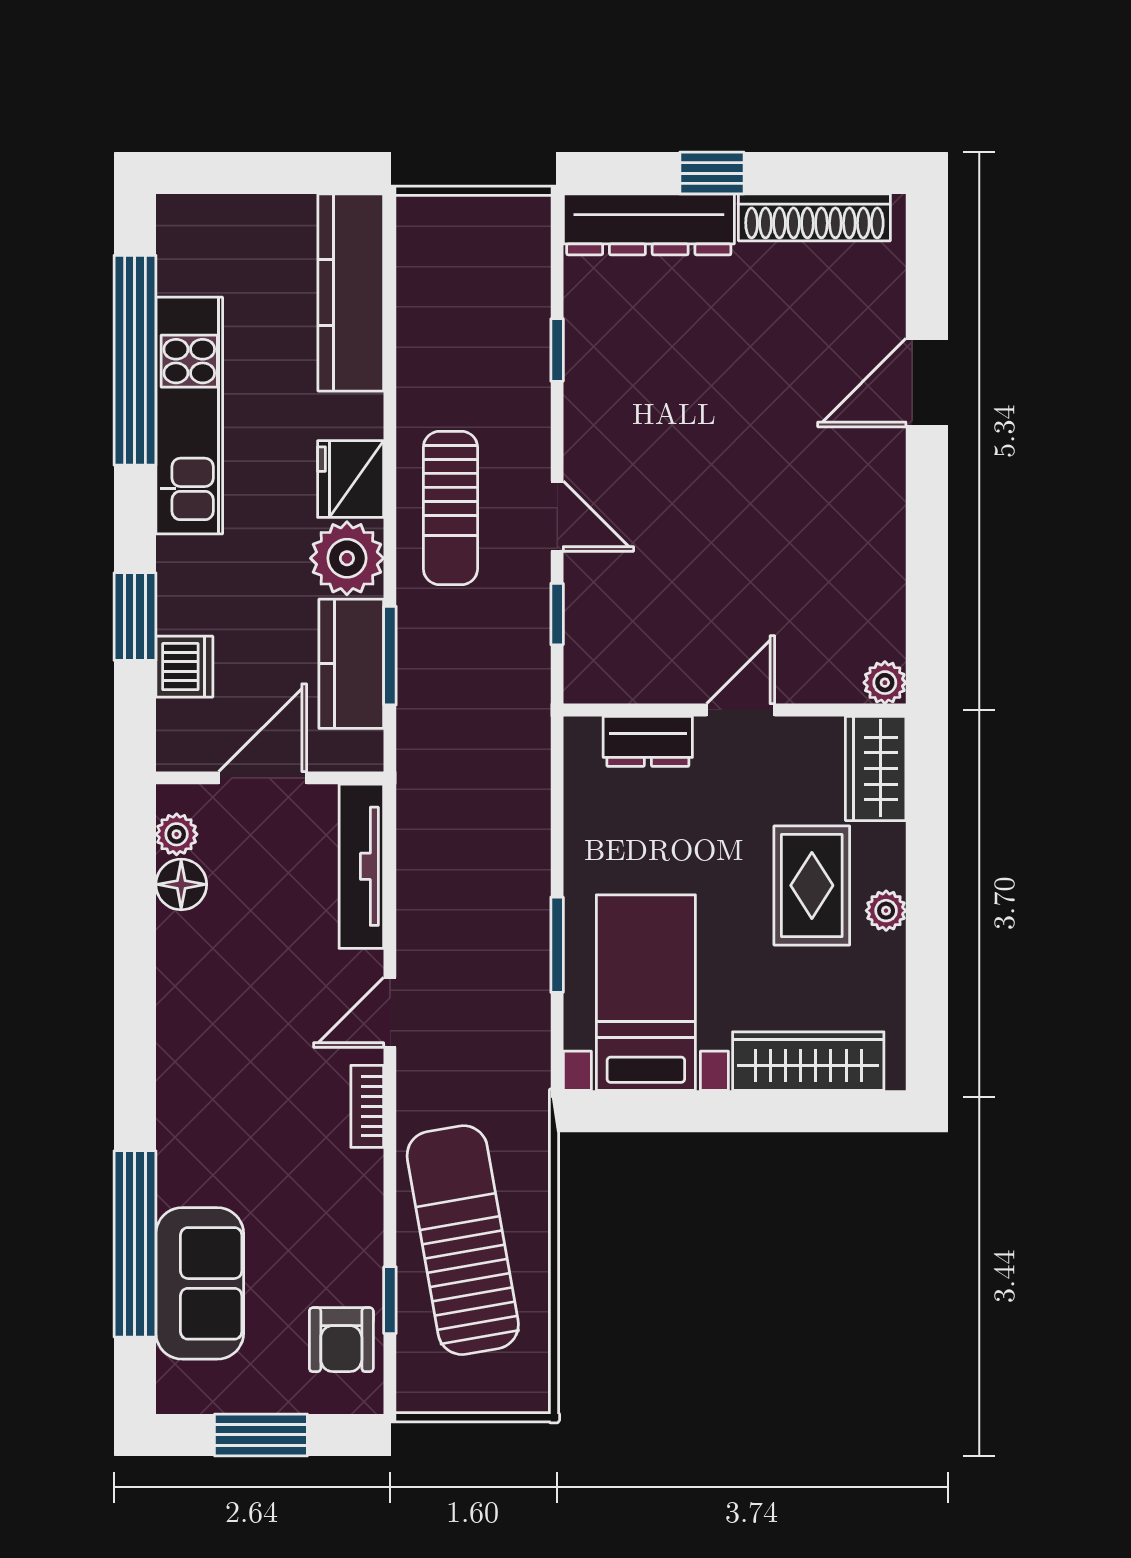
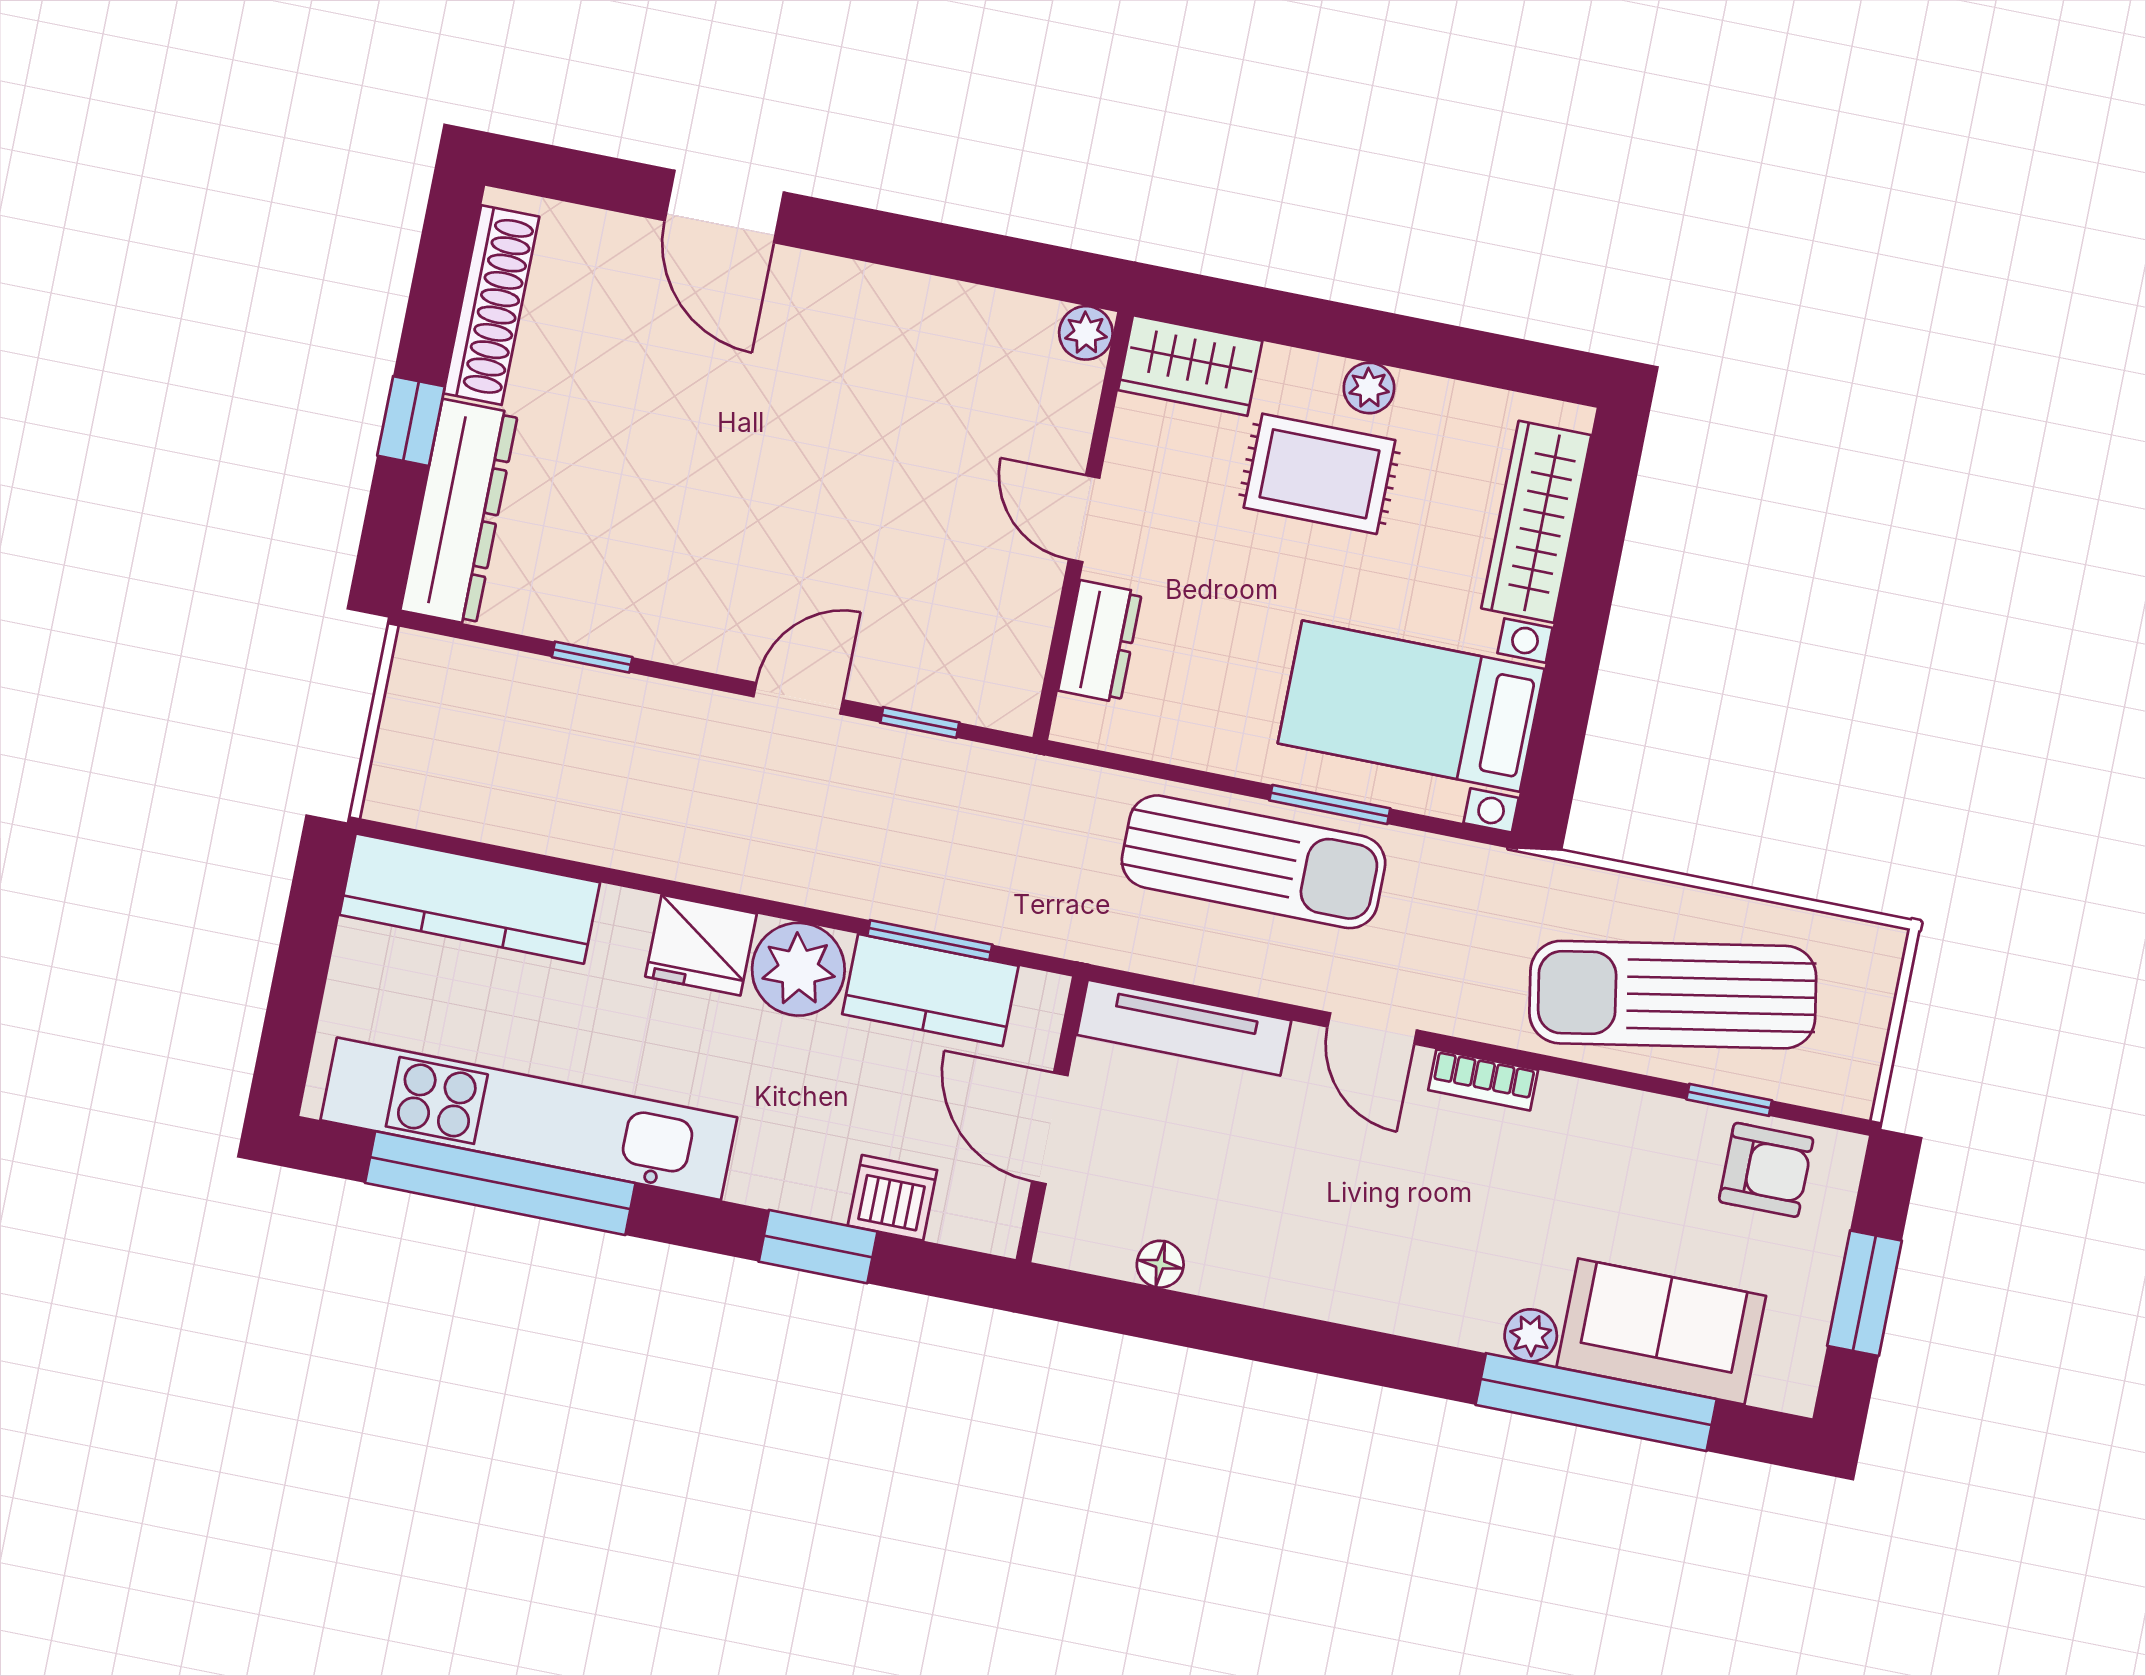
kitchen unit: (189, 416) -> (529, 1119), width x1.36
sun lounger: (450, 508) -> (1254, 862), moved, width x1.36, depth x1.34
plant: (177, 834) -> (1531, 1335), moved
floor lamp: (181, 884) -> (1160, 1264), width x0.73, depth x0.73

